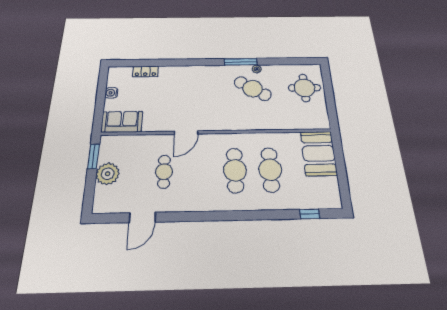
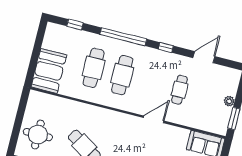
plant: (108, 174) -> (229, 101), width x0.53, depth x0.53
window: (247, 215) -> (123, 37), added
window: (192, 216) -> (166, 47), added

